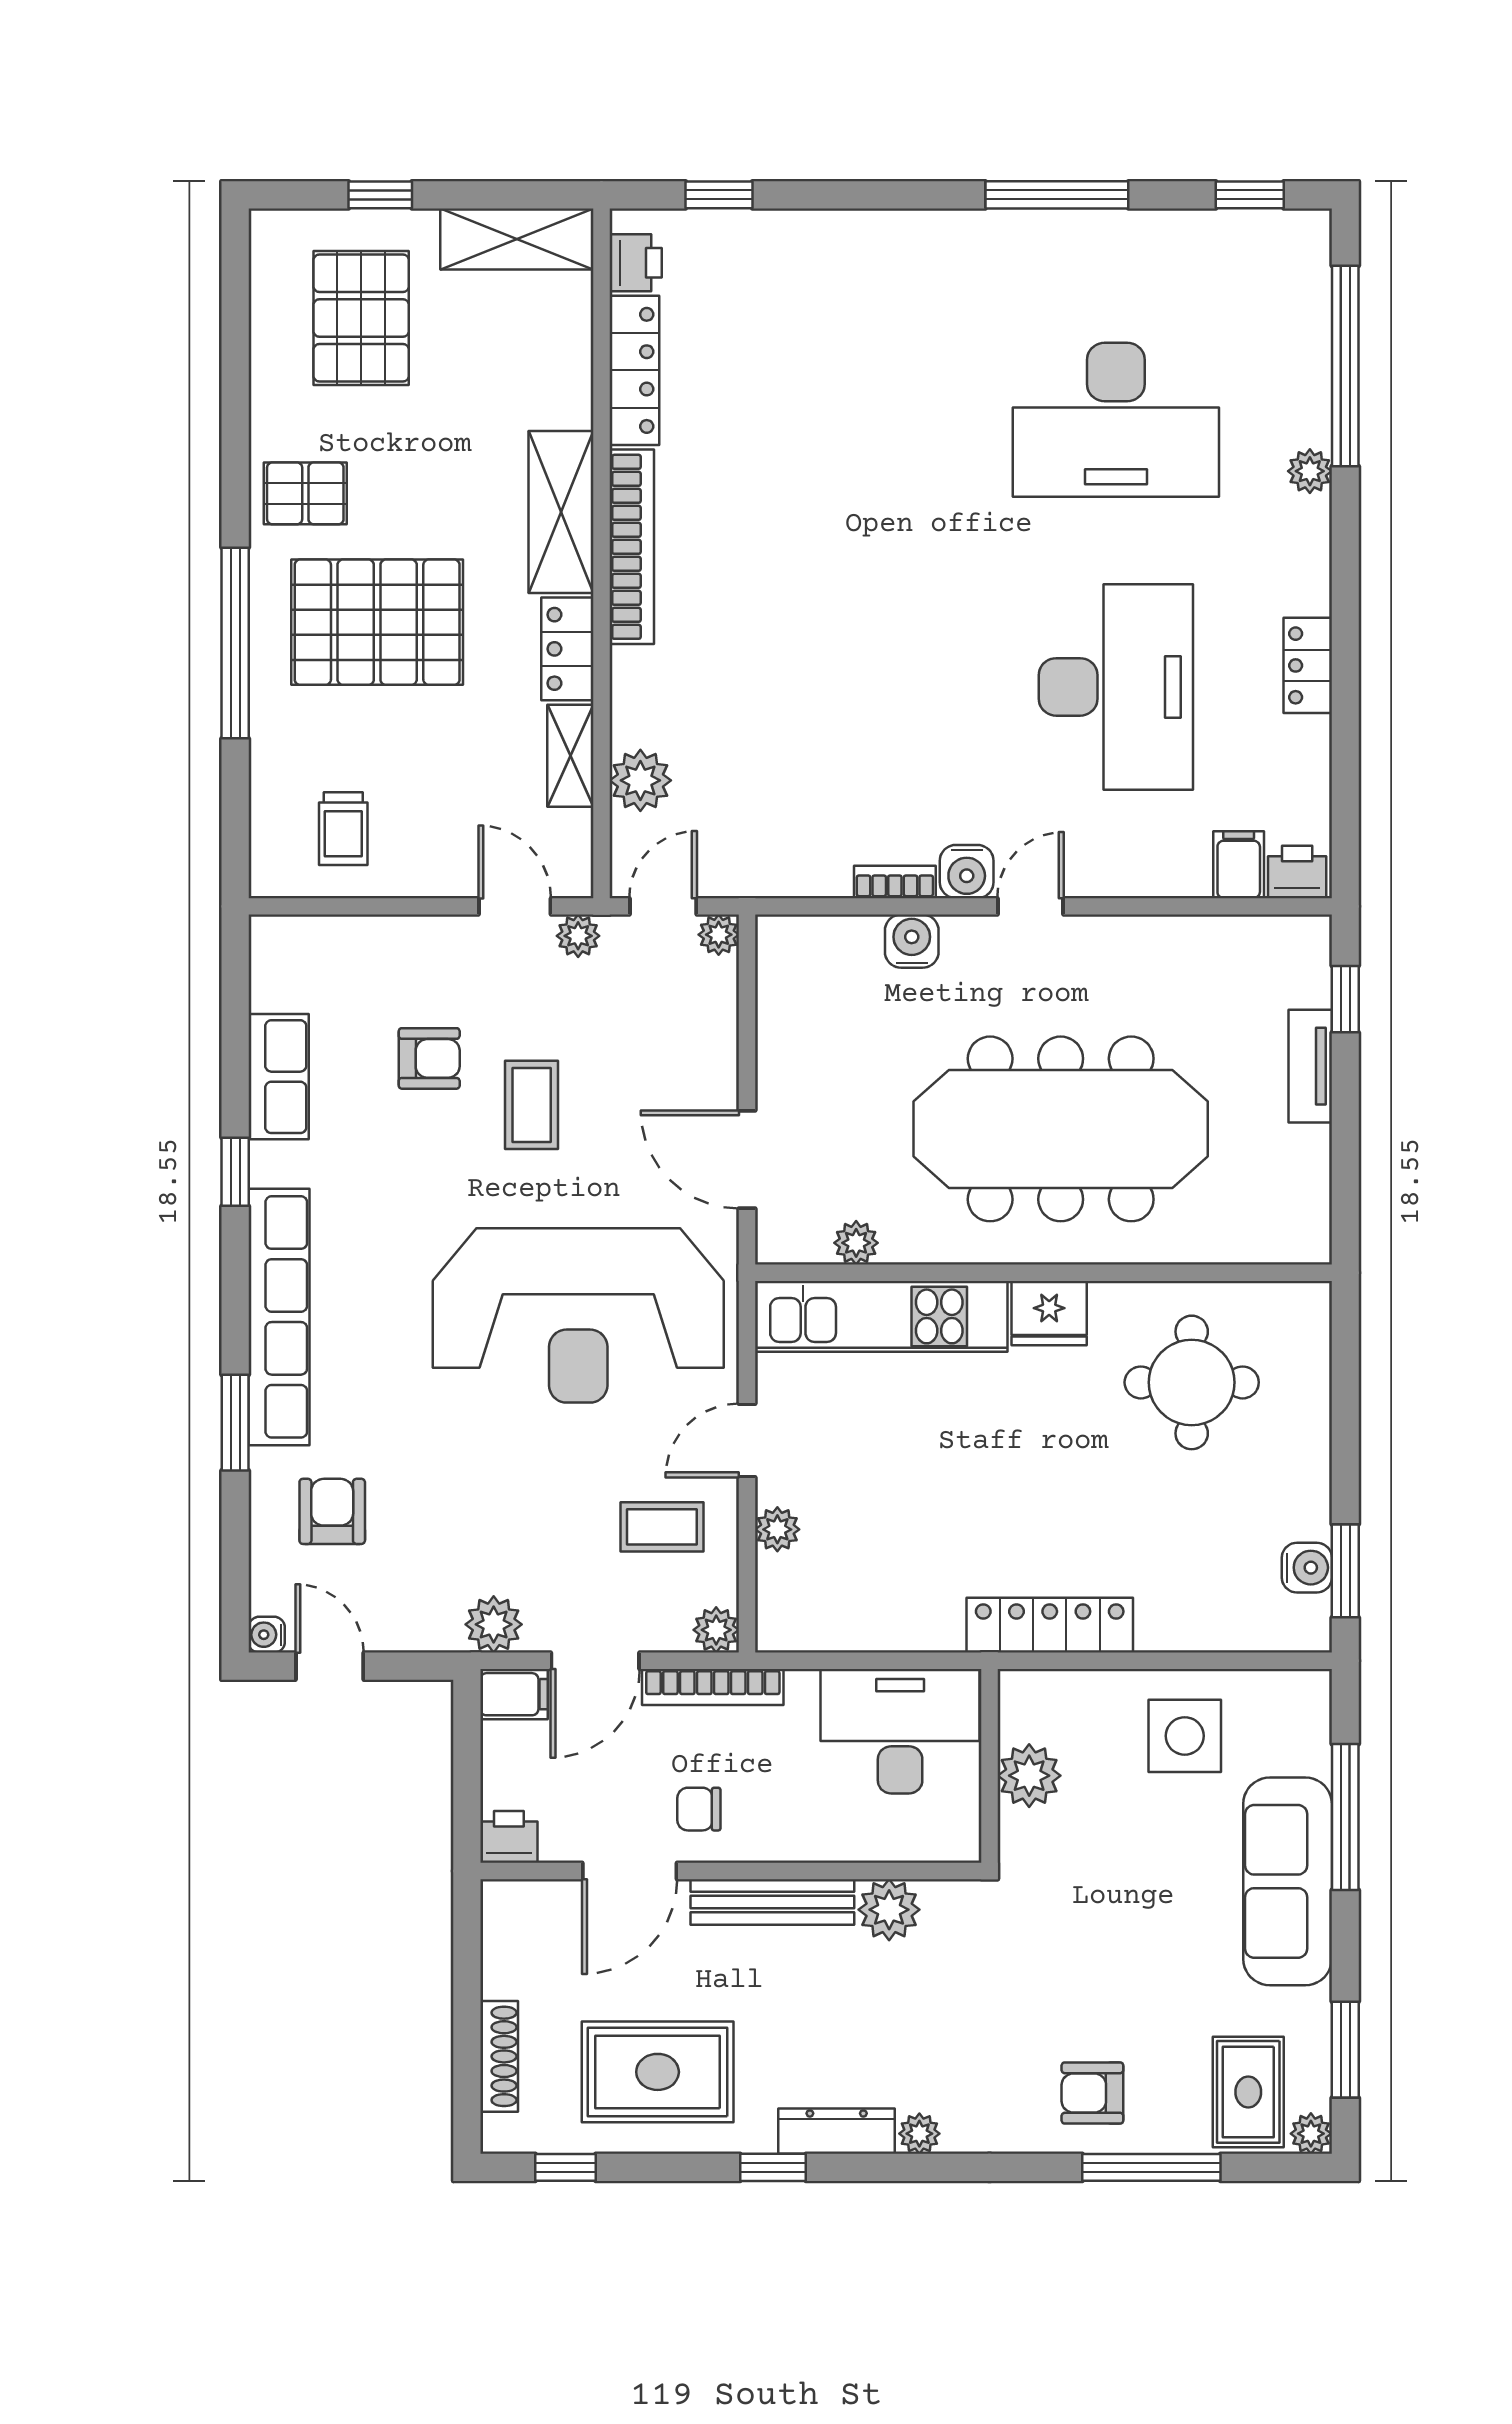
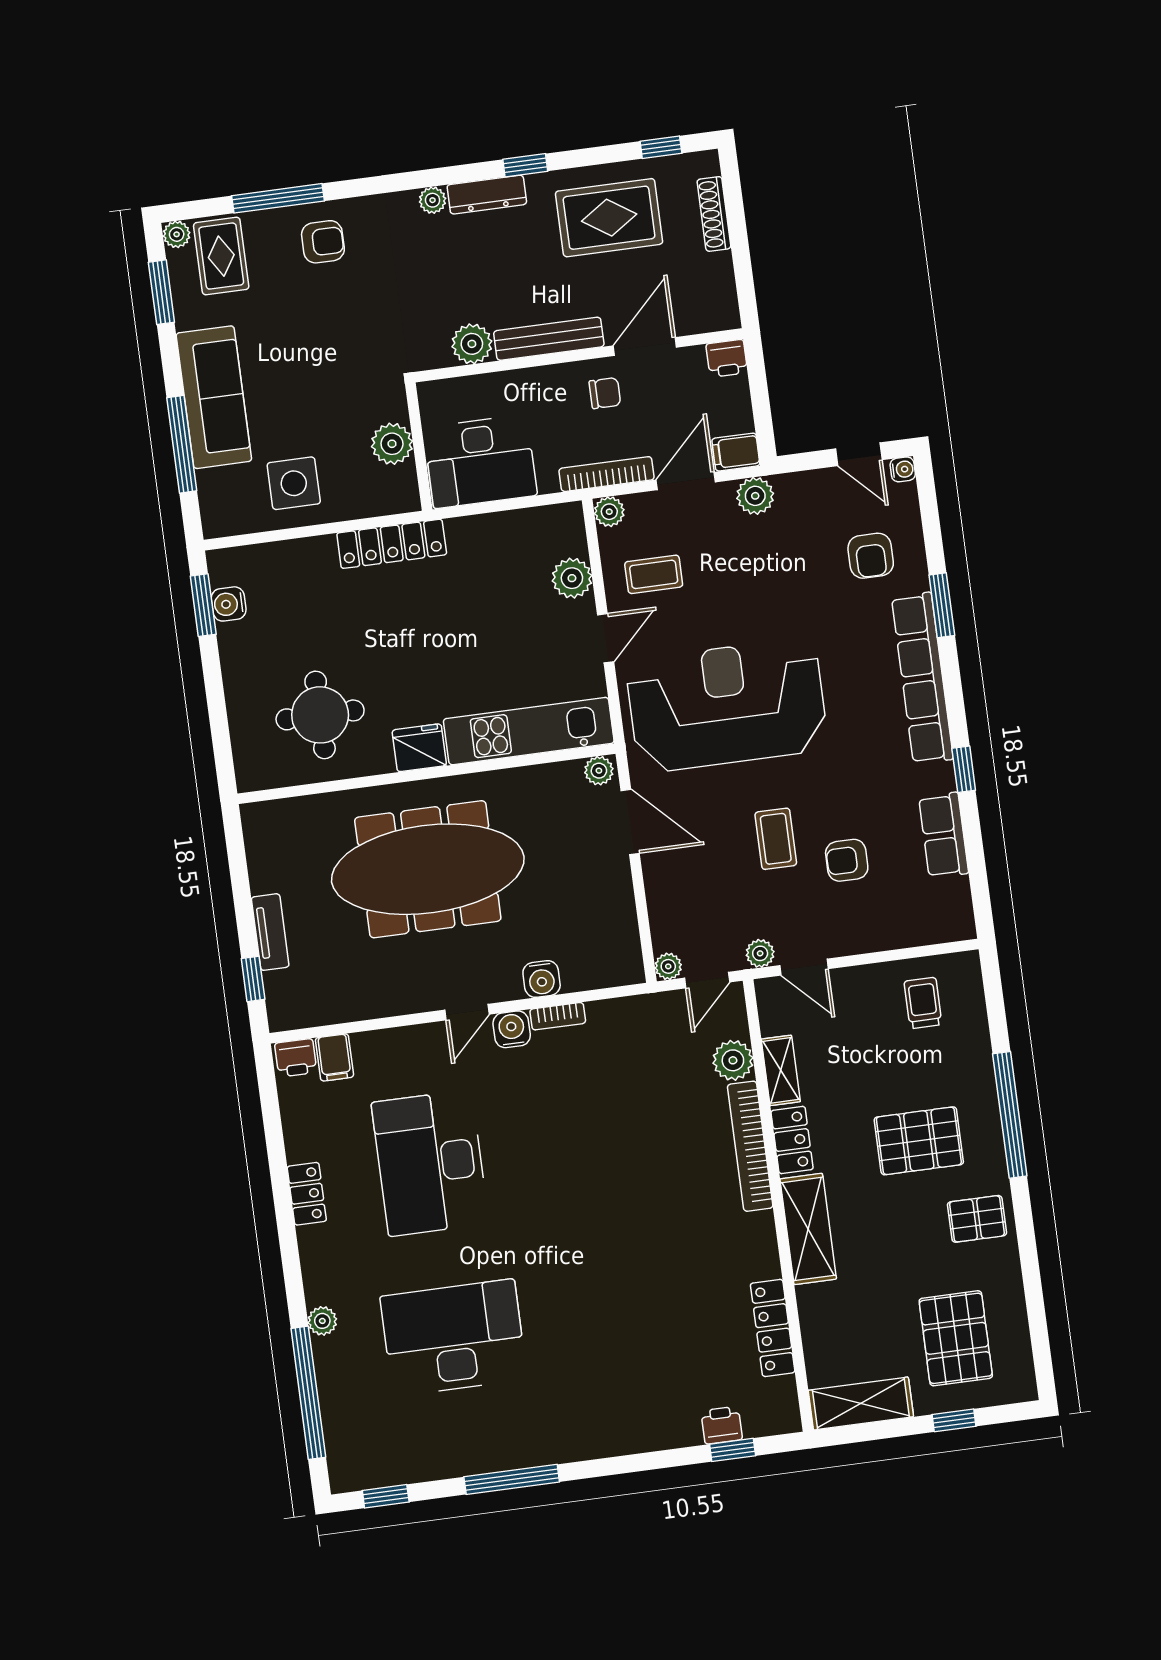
printer: (636, 263) -> (722, 1425), moved, turned 90
bookcase: (632, 547) -> (750, 1146), moved
pallet: (377, 622) -> (919, 1141), width x0.73, depth x0.71
plant: (856, 1243) -> (599, 771), moved
plant: (777, 1529) -> (572, 578), width x1.38, depth x1.38

